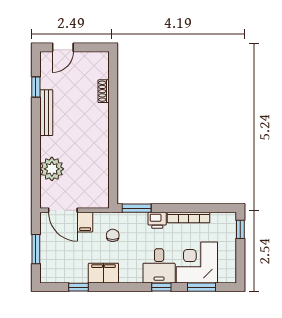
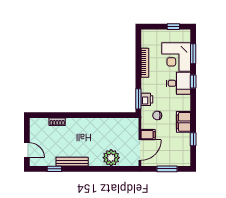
printer: (157, 220) -> (147, 99), moved
window: (240, 229) -> (173, 27), moved

